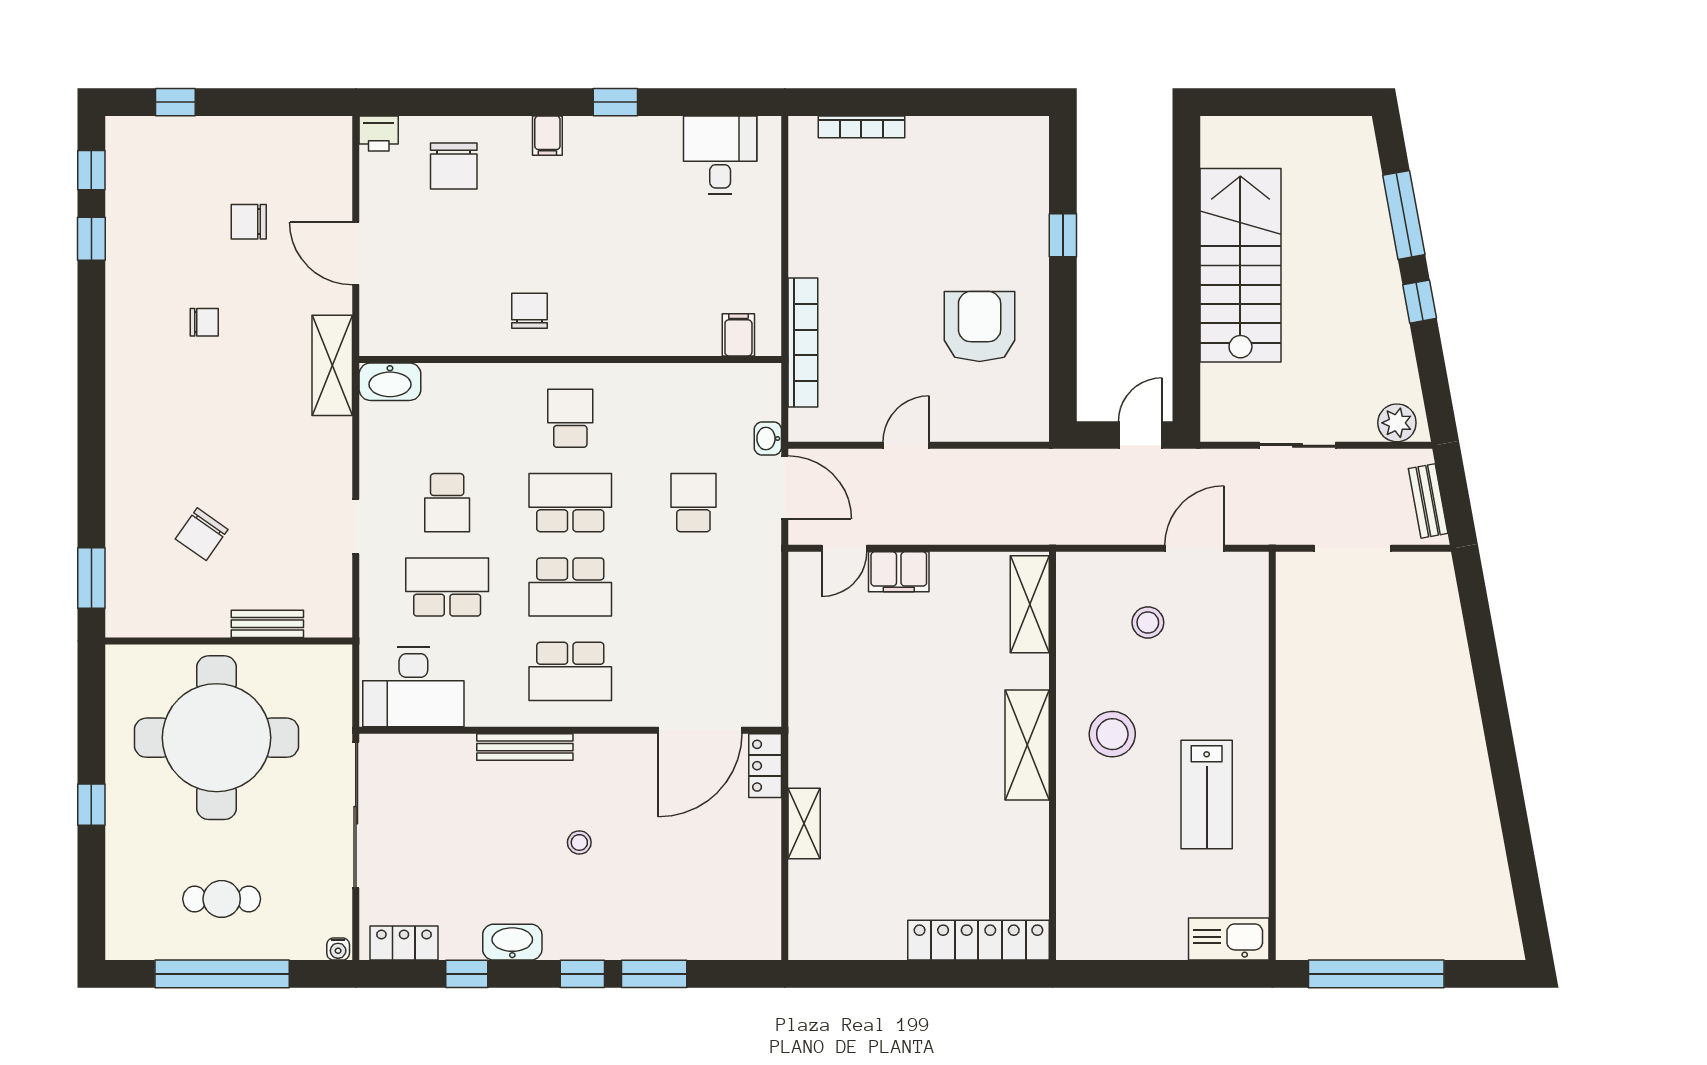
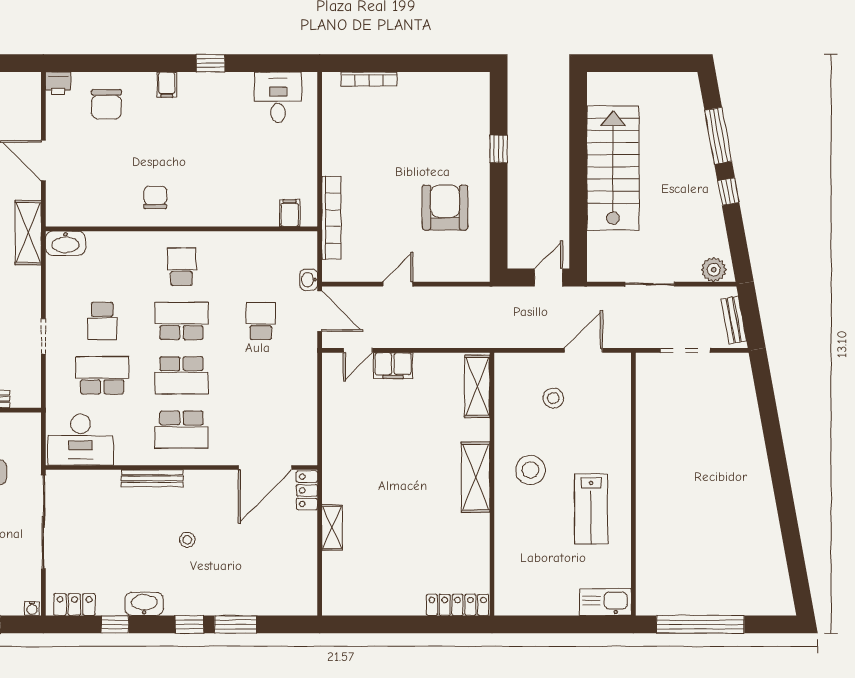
locker: (978, 940) -> (458, 605), width x0.71, depth x0.83

